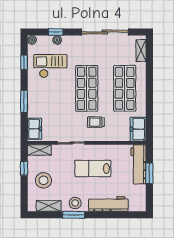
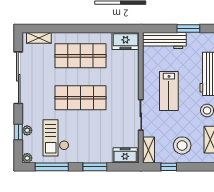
window: (24, 62) -> (52, 167), width x2.17
trolley: (96, 122) -> (118, 88), removed
window: (149, 173) -> (188, 29), moved

